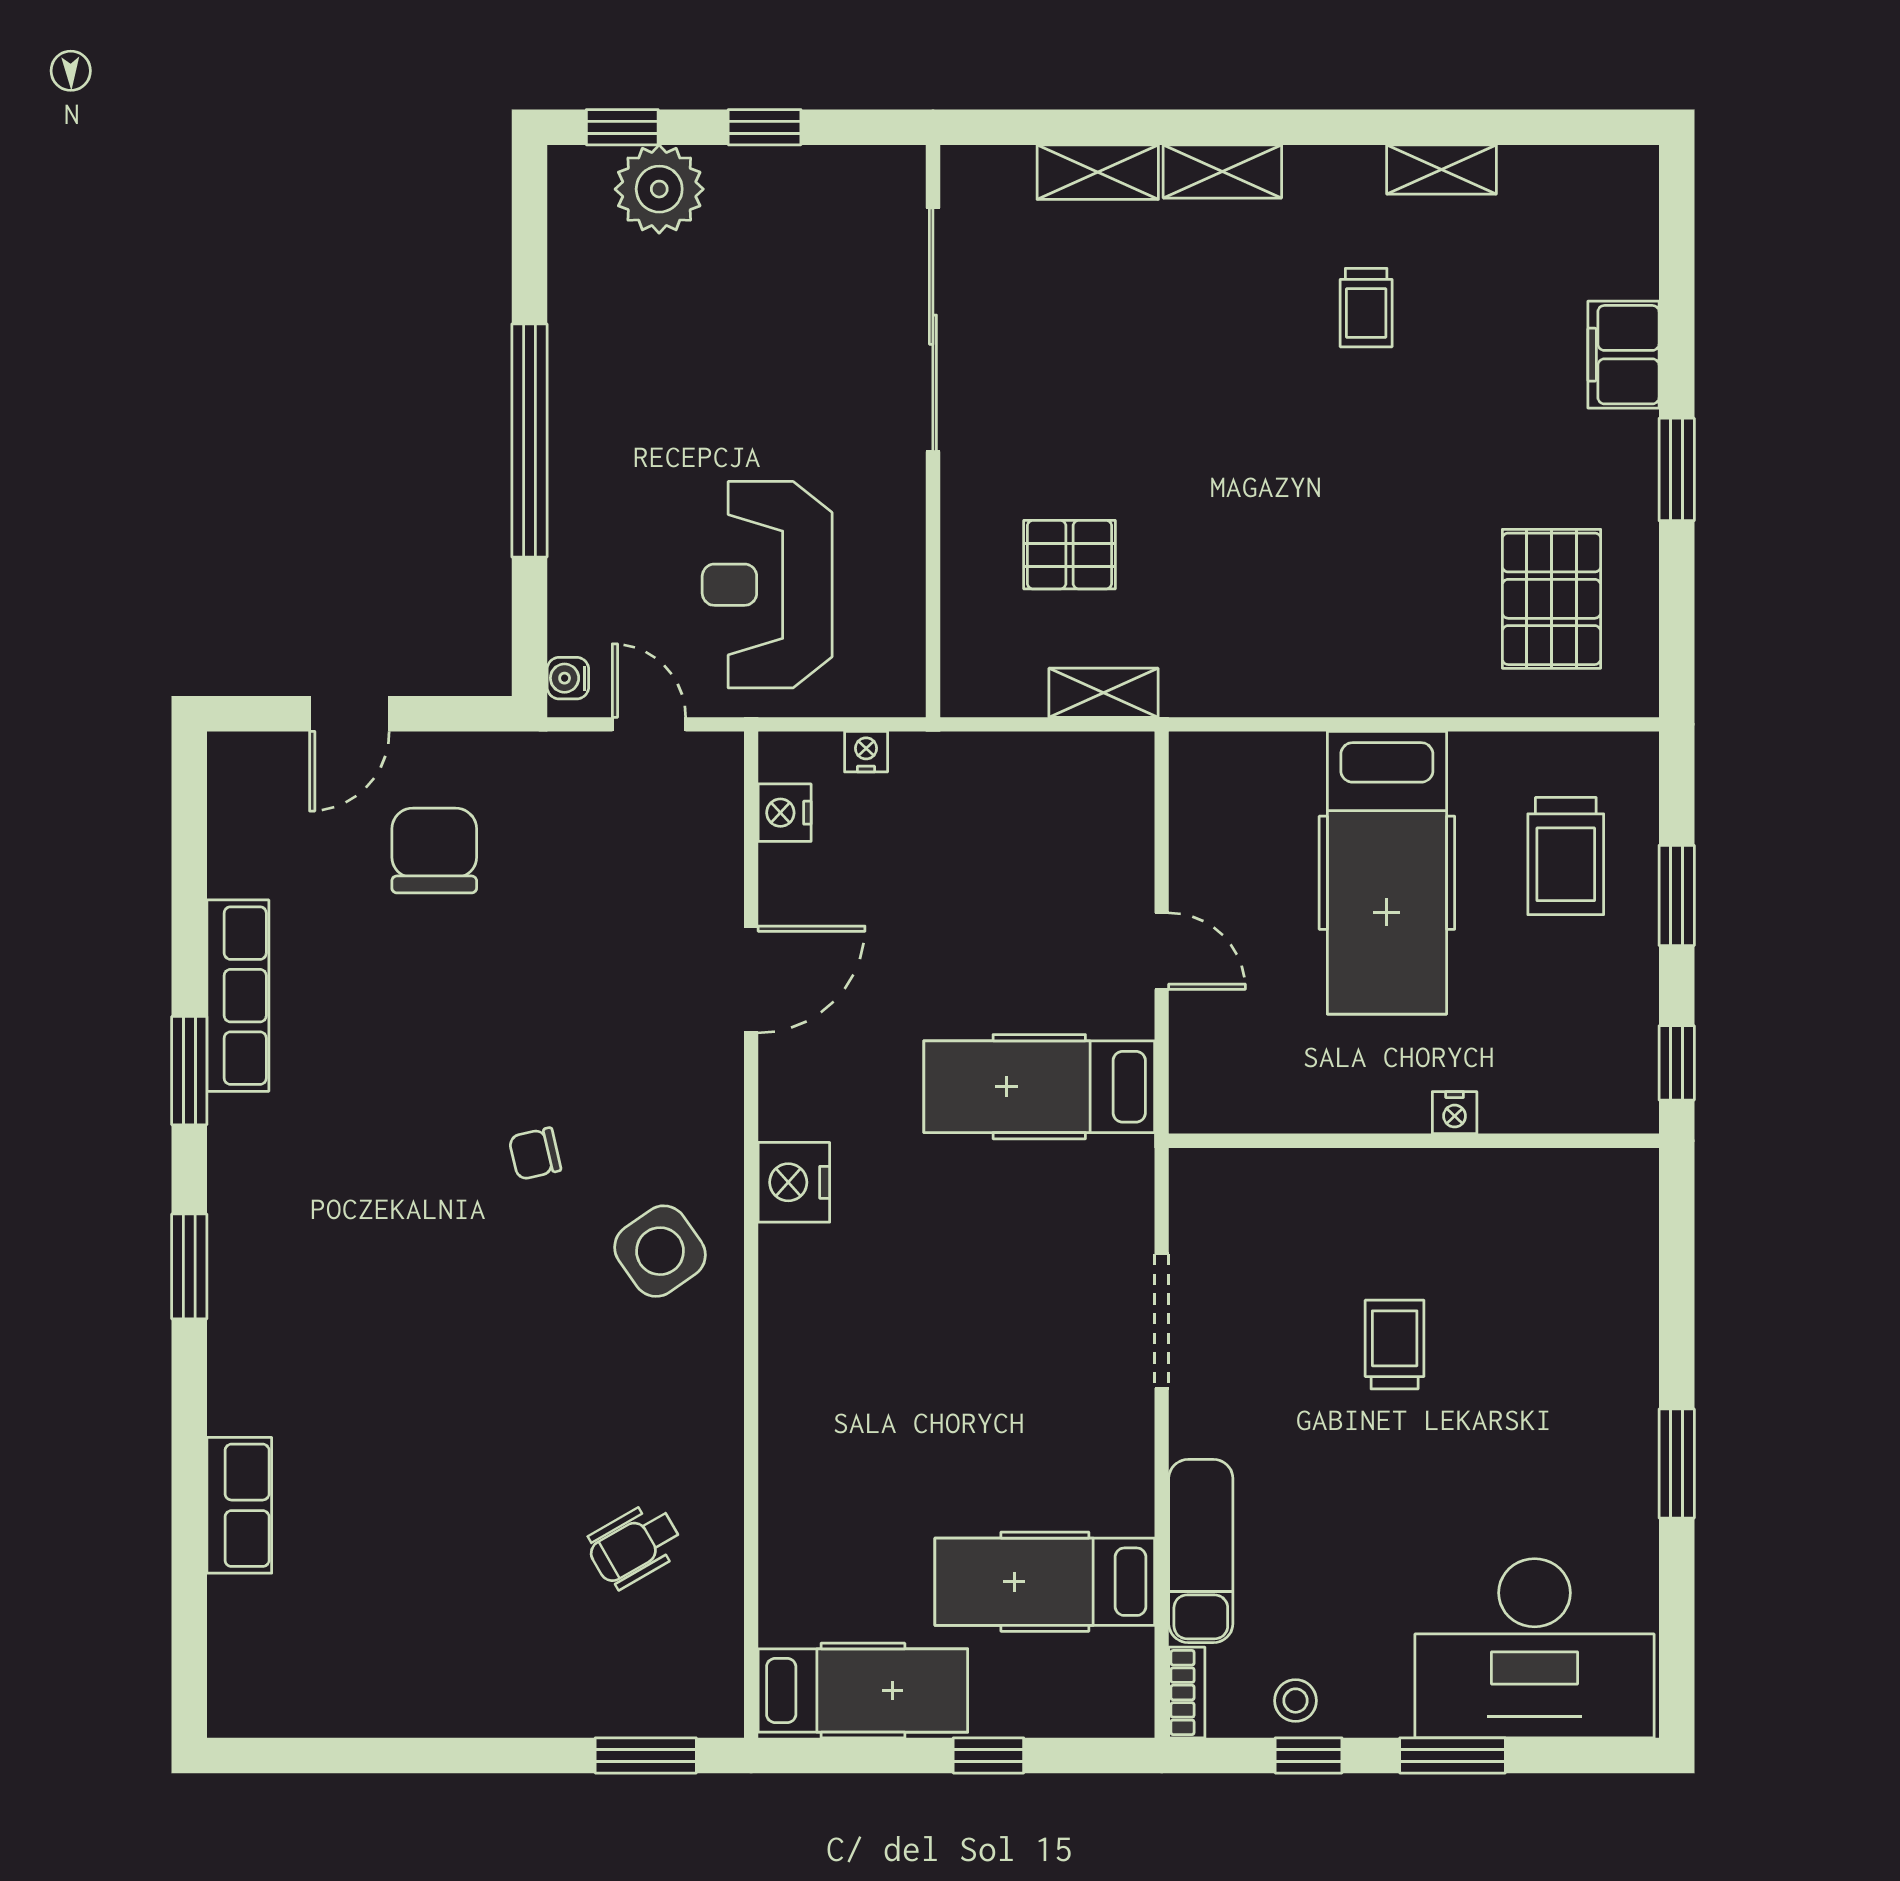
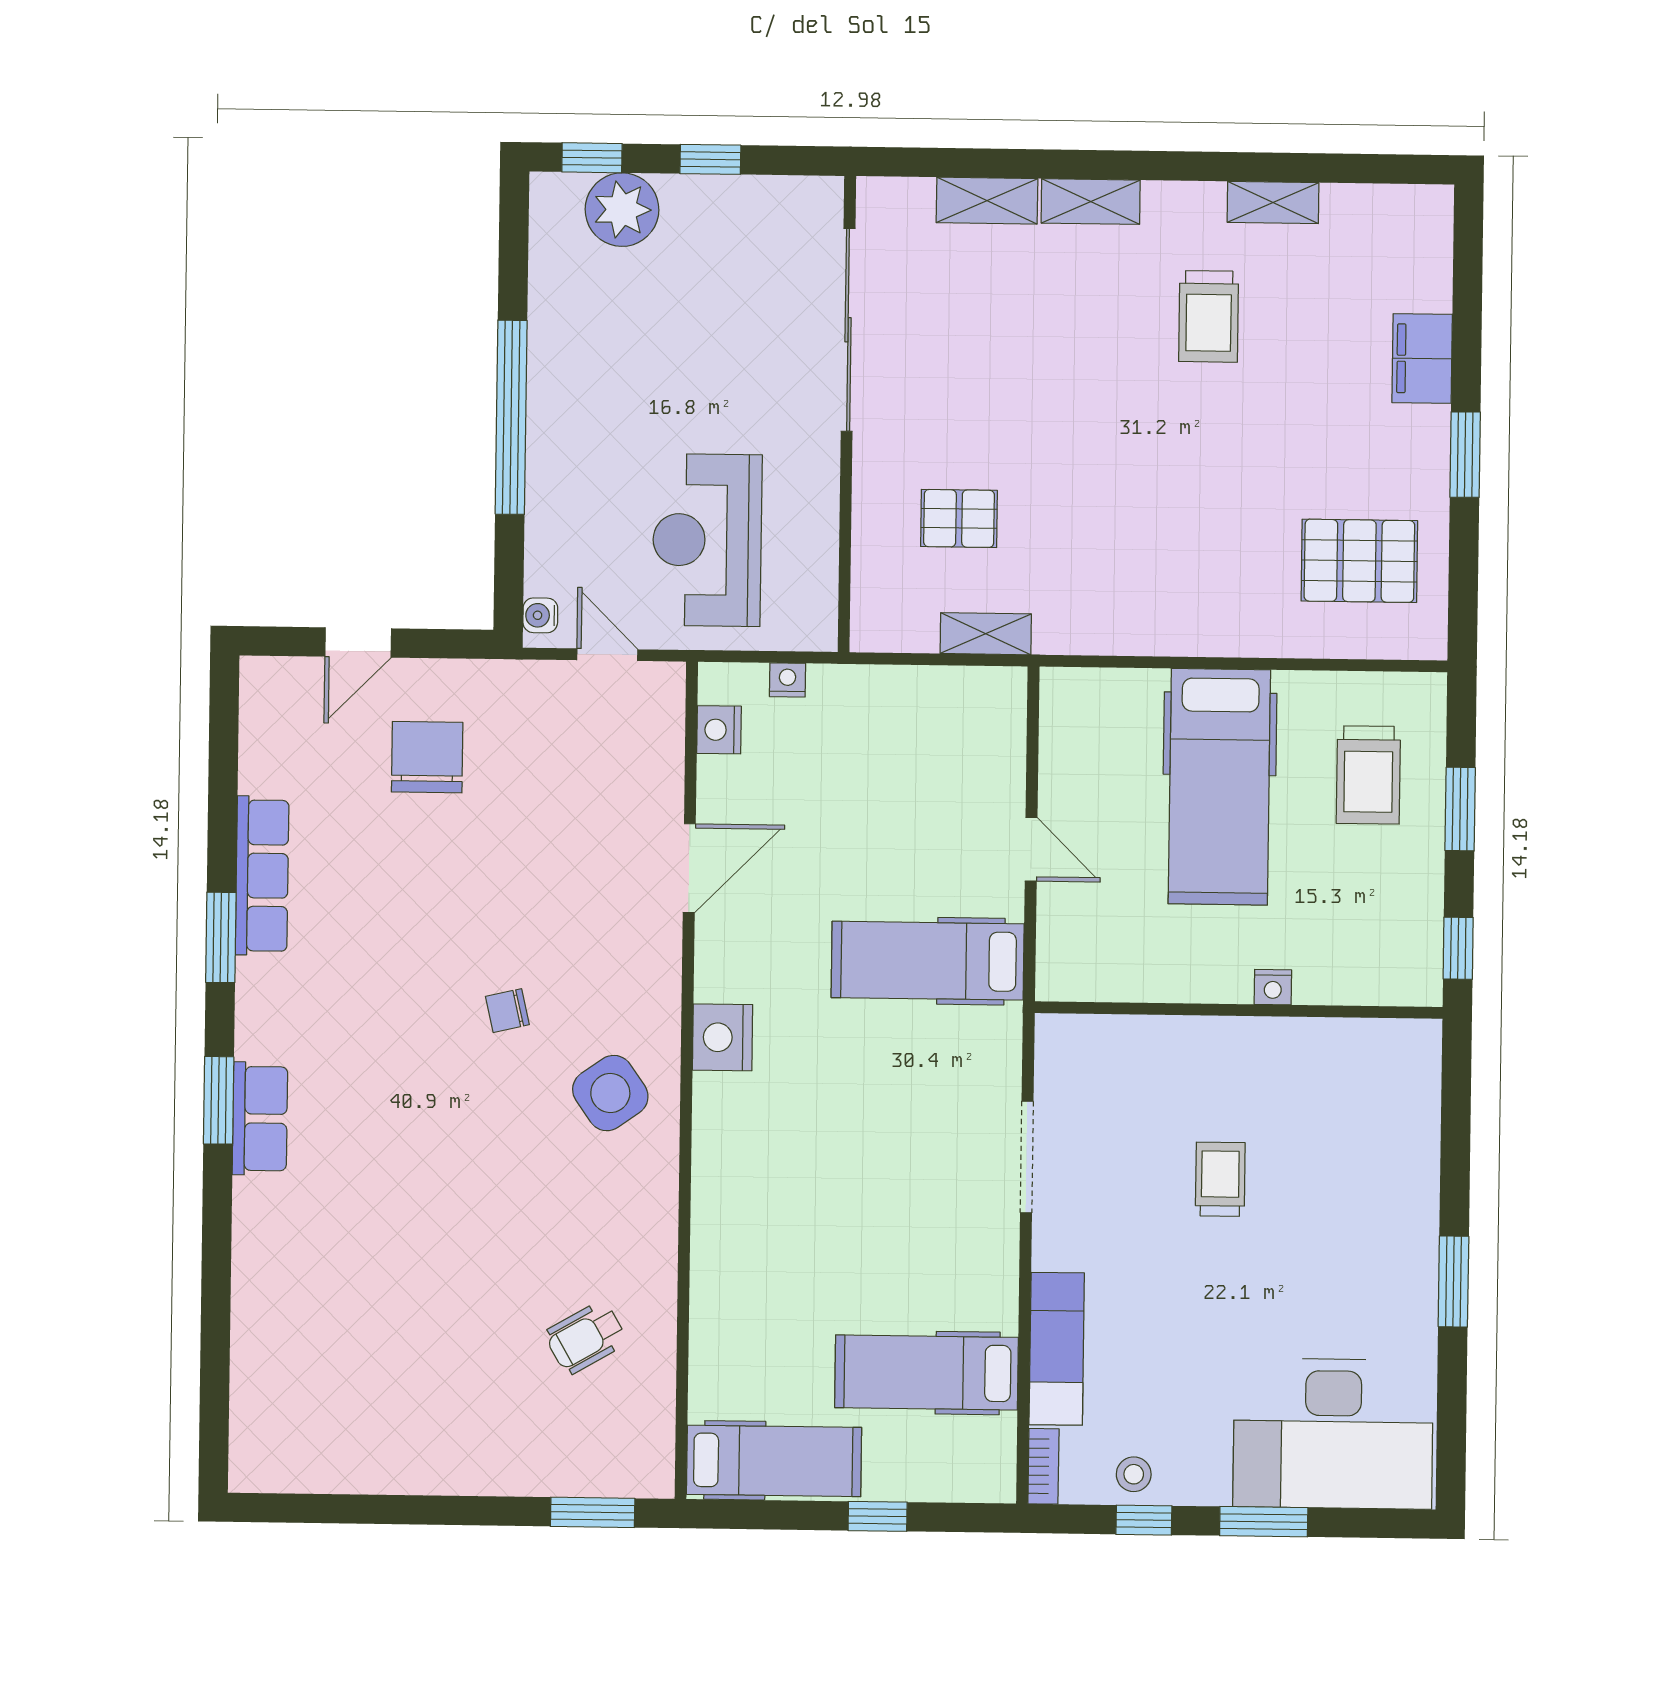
trolley: (1366, 308) -> (1209, 316), width x1.36, depth x1.39
pallet: (1551, 599) -> (1359, 561), turned 90
row of seats: (239, 1505) -> (260, 1119), moved

